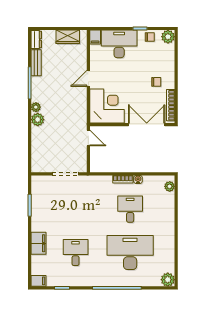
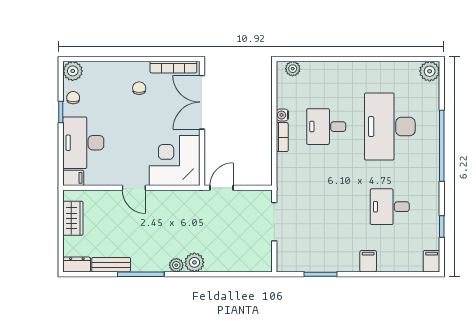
filing cabinet: (38, 243) -> (368, 261), width x0.50

